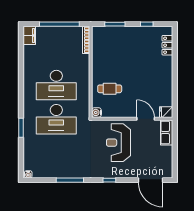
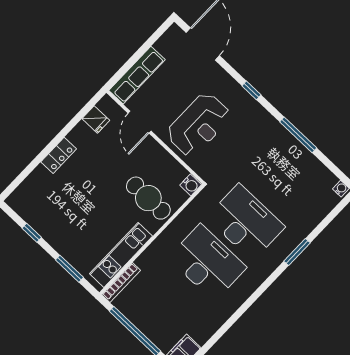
locker: (167, 45) -> (59, 155), moved
kitchen unit: (98, 52) -> (121, 255), added
cafe table: (110, 89) -> (148, 198), width x1.37, depth x1.35
fridge: (166, 112) -> (96, 120), moved
row of seats: (167, 132) -> (137, 75), width x1.48

